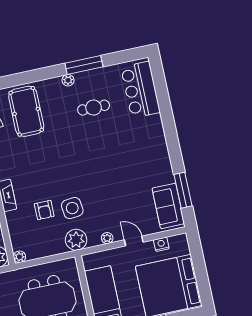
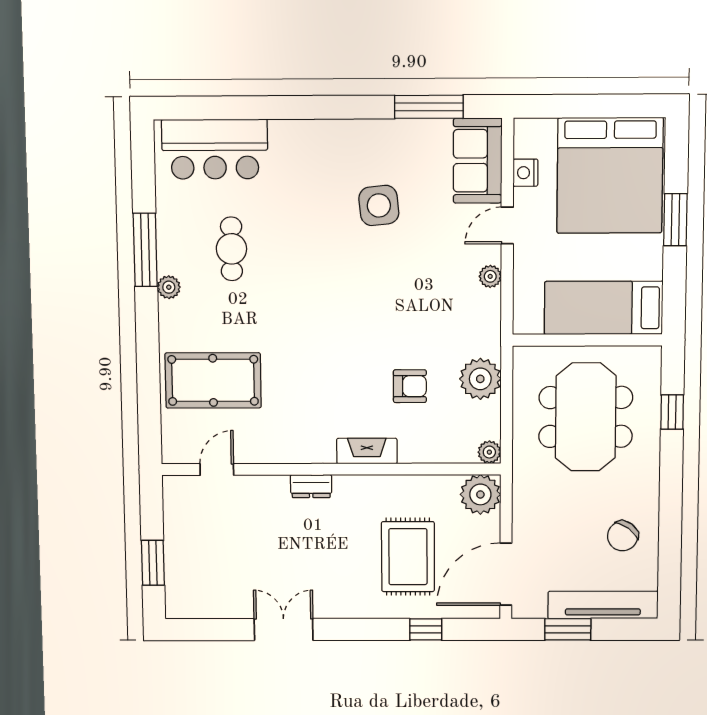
sofa: (168, 206) -> (478, 161), moved, turned 90
side table: (72, 208) -> (379, 205), moved
plant: (76, 240) -> (480, 379), moved

